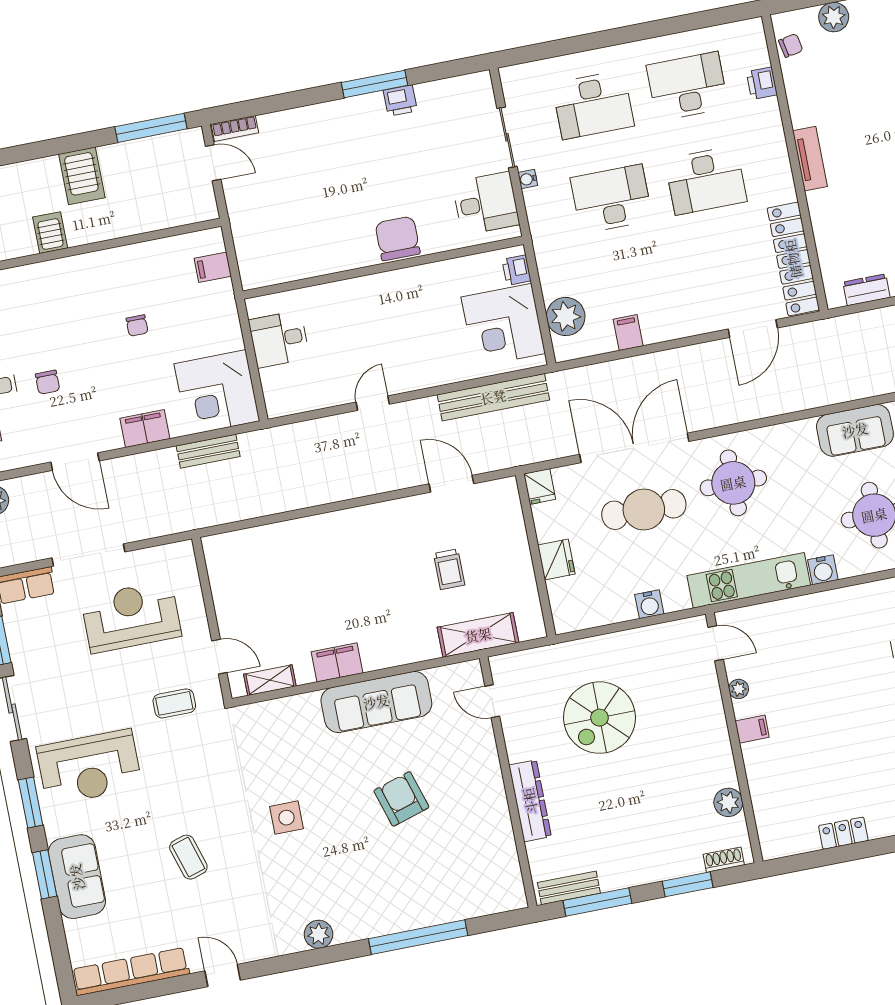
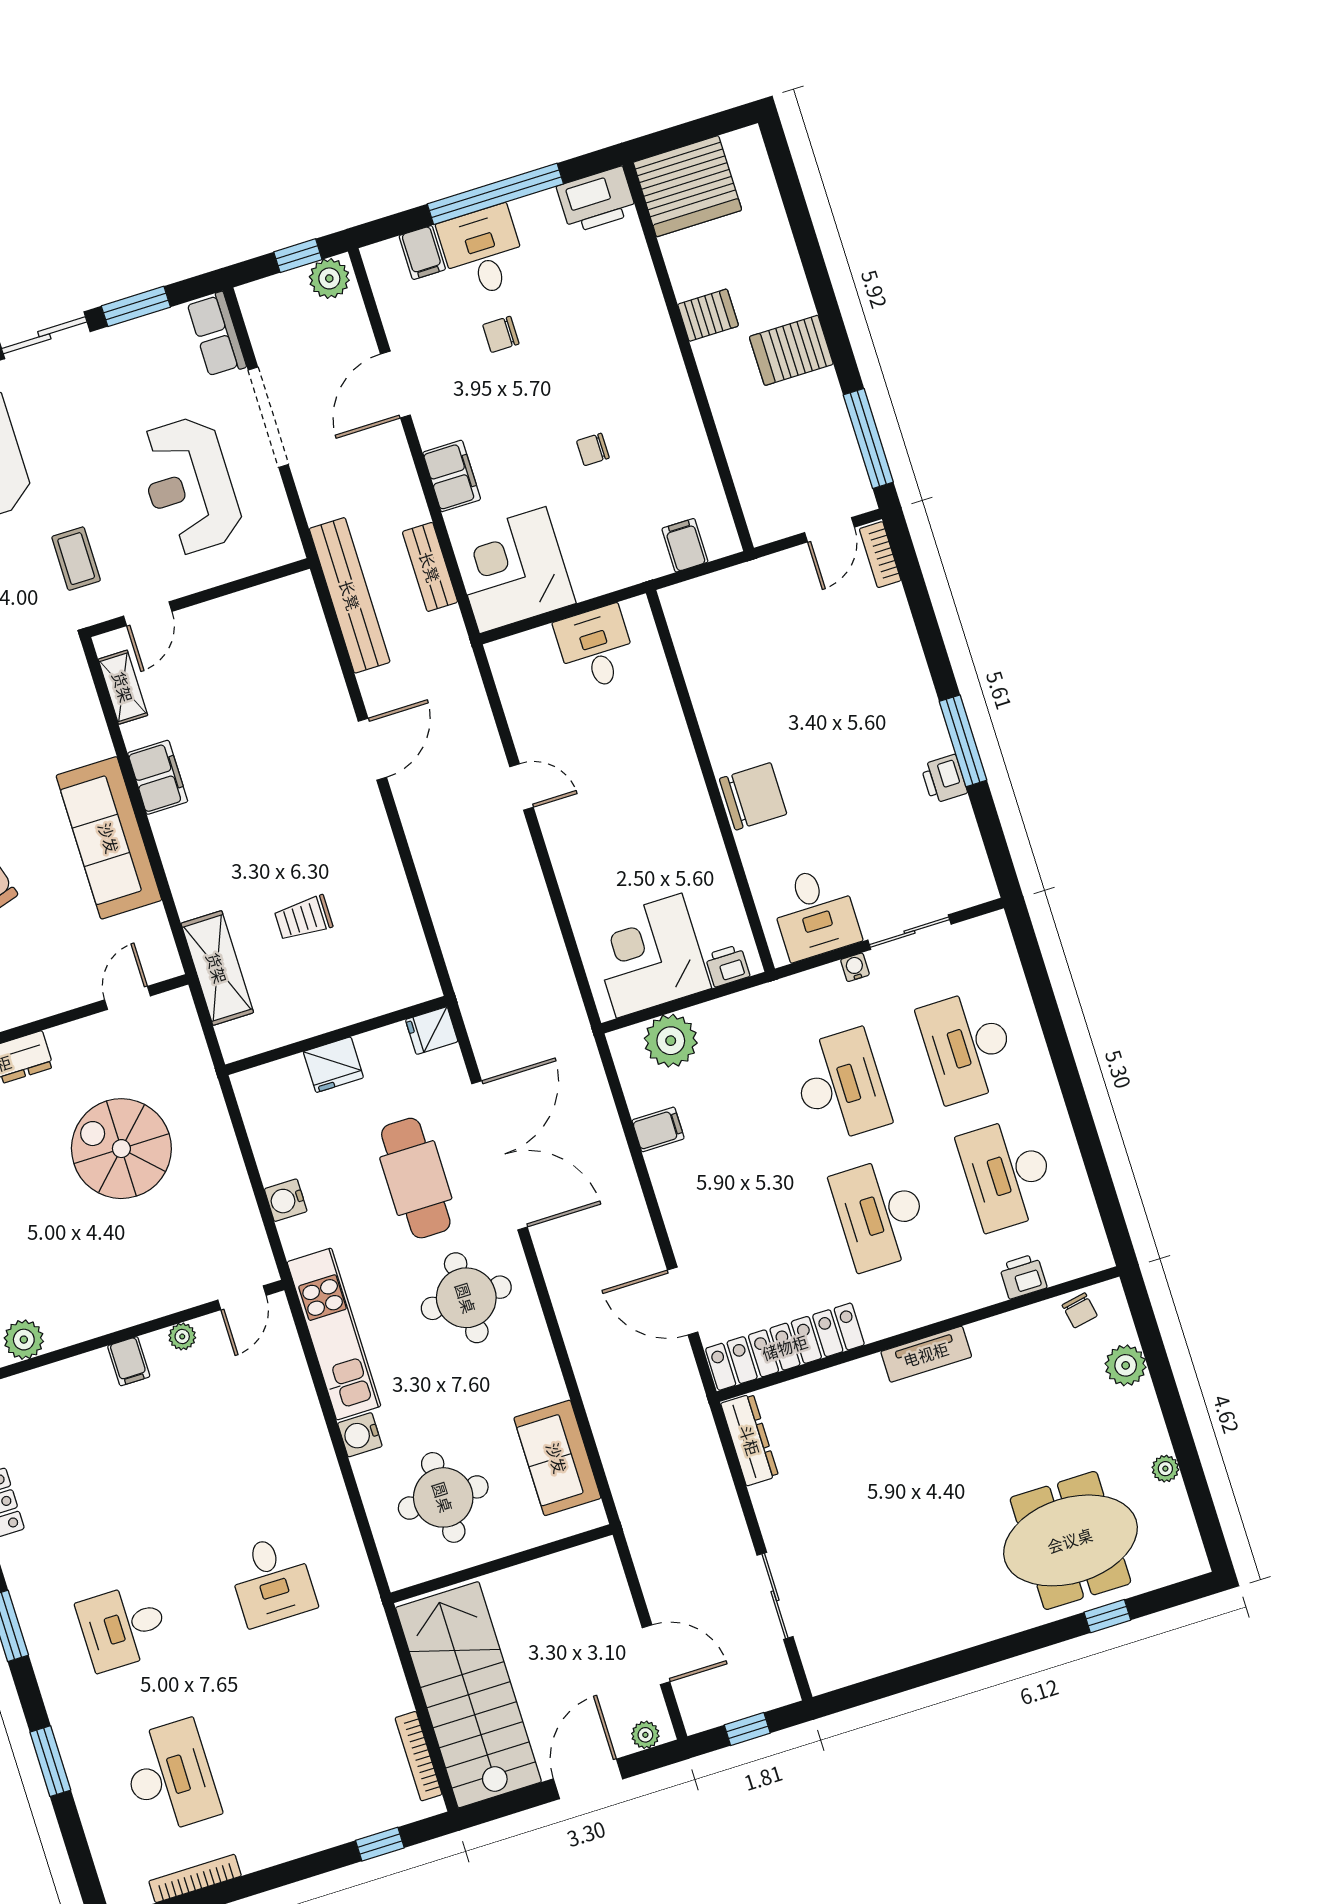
desk: (687, 86) -> (1008, 1174), turned 180
dresser: (866, 290) -> (750, 1440), width x1.44
bench: (493, 397) -> (350, 595), moved
door: (451, 484) -> (372, 749), moved
reception desk: (131, 617) -> (189, 486), turned 180

